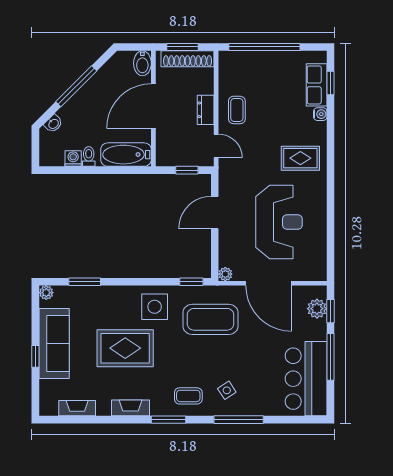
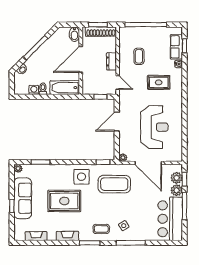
coffee table: (237, 110) -> (139, 56), moved
rug: (300, 158) -> (159, 82), moved
plant: (317, 330) -> (177, 190), added

